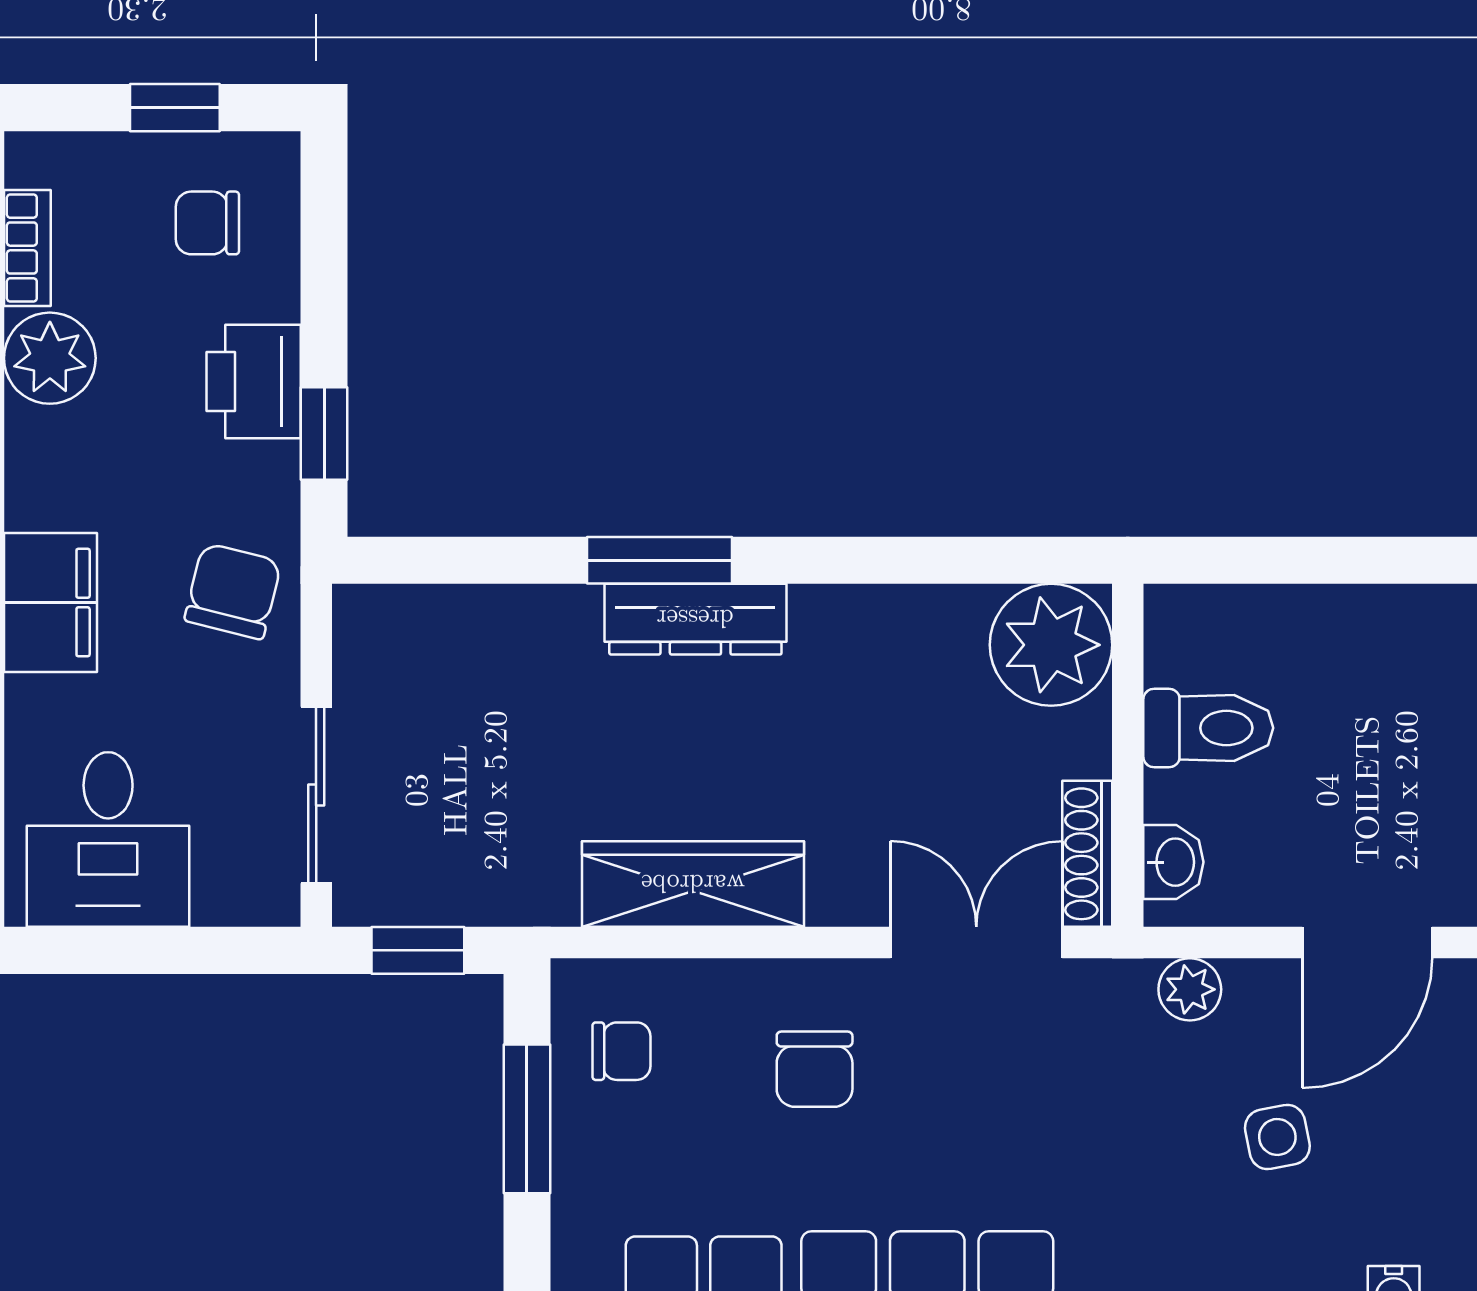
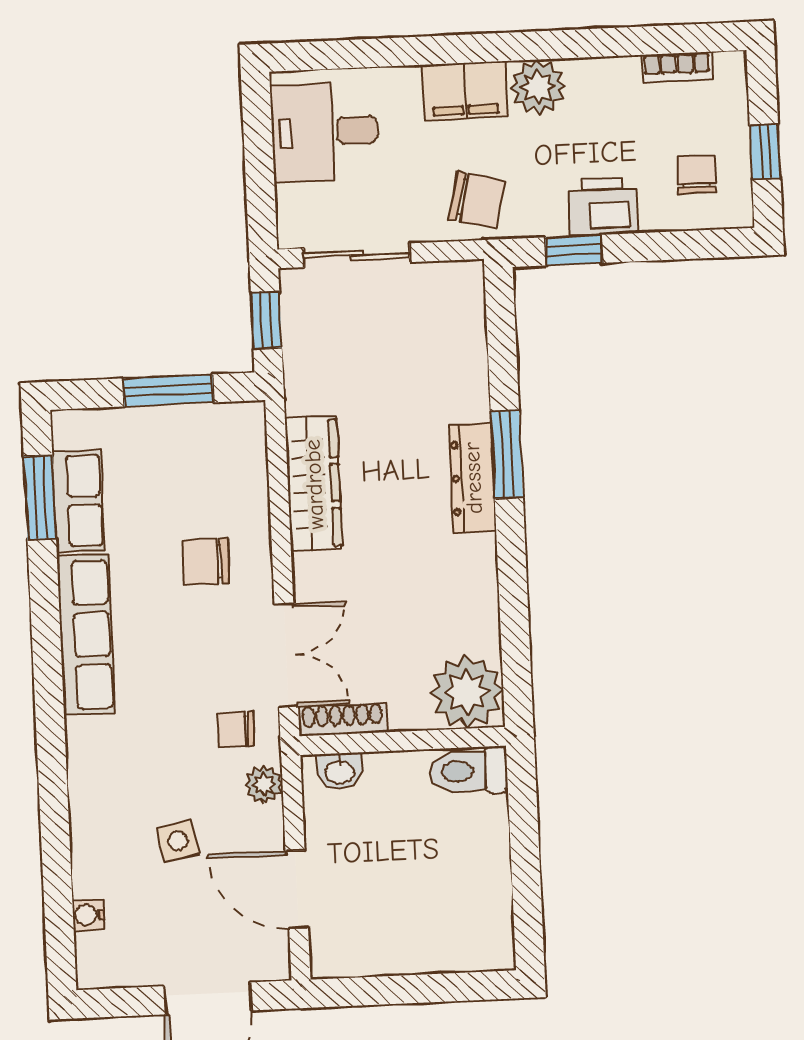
plant: (50, 358) -> (538, 87), moved
toilet: (1208, 728) -> (468, 771), moved, turned 90
chair: (621, 1051) -> (236, 729), moved, turned 90

